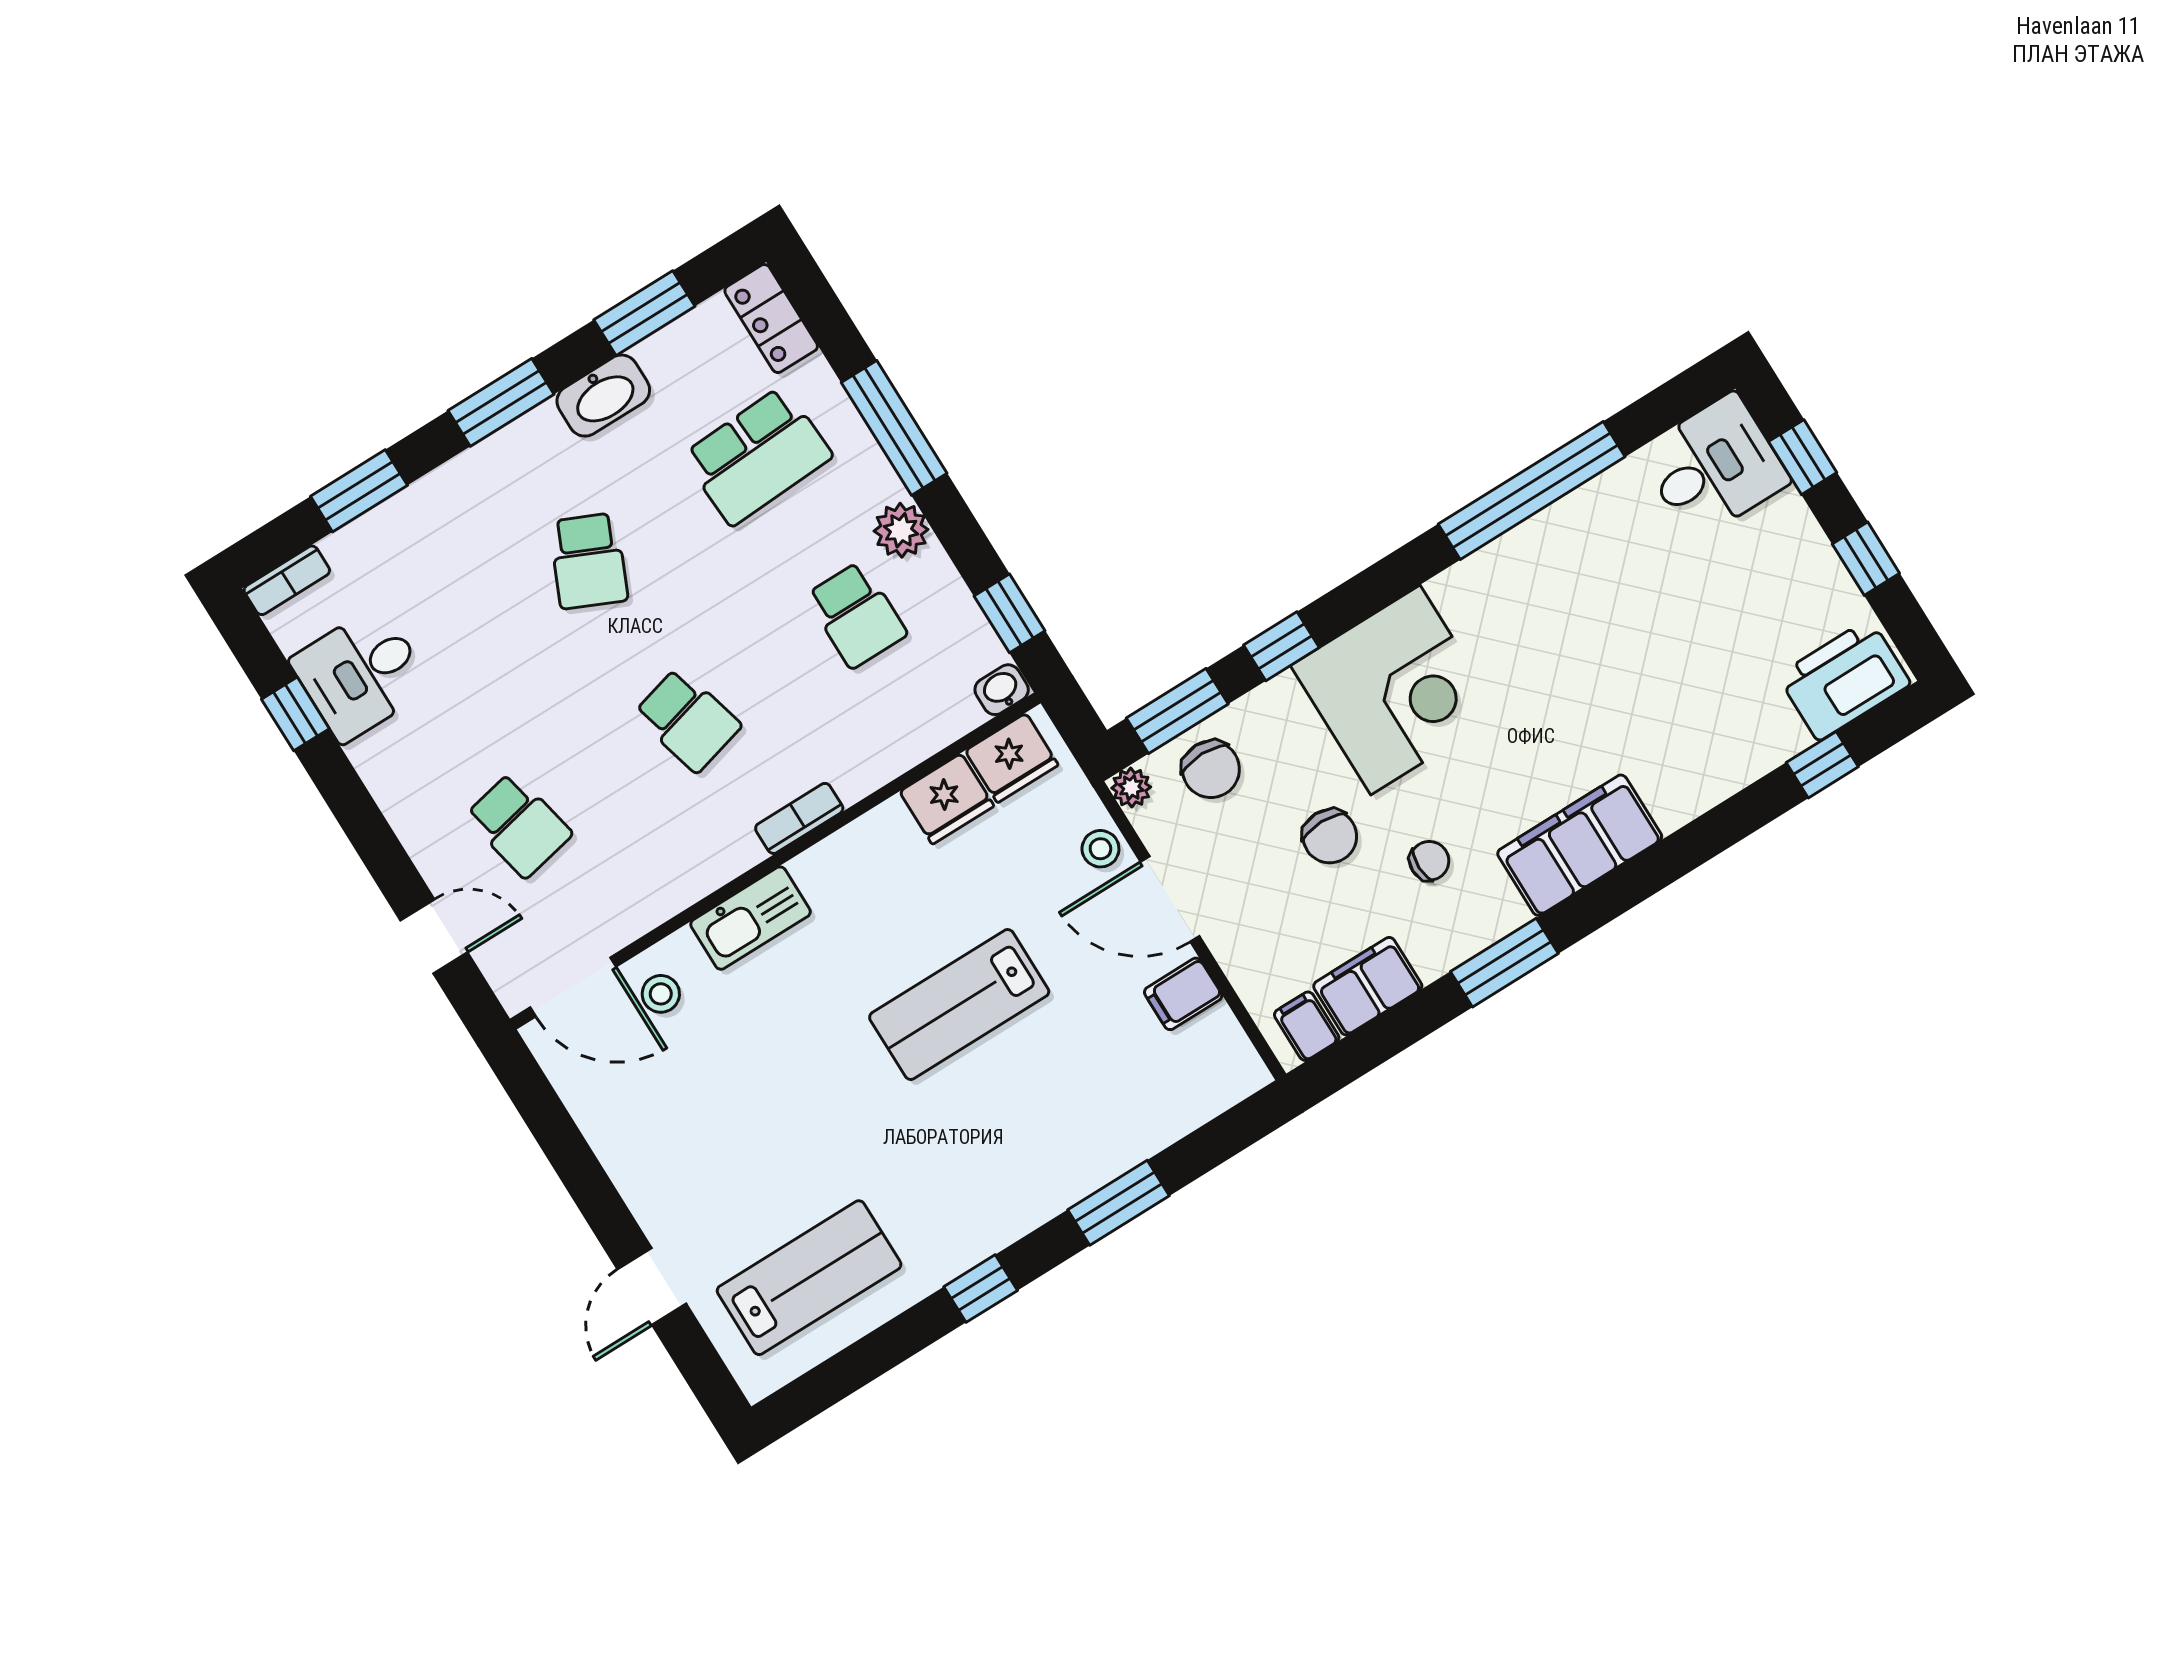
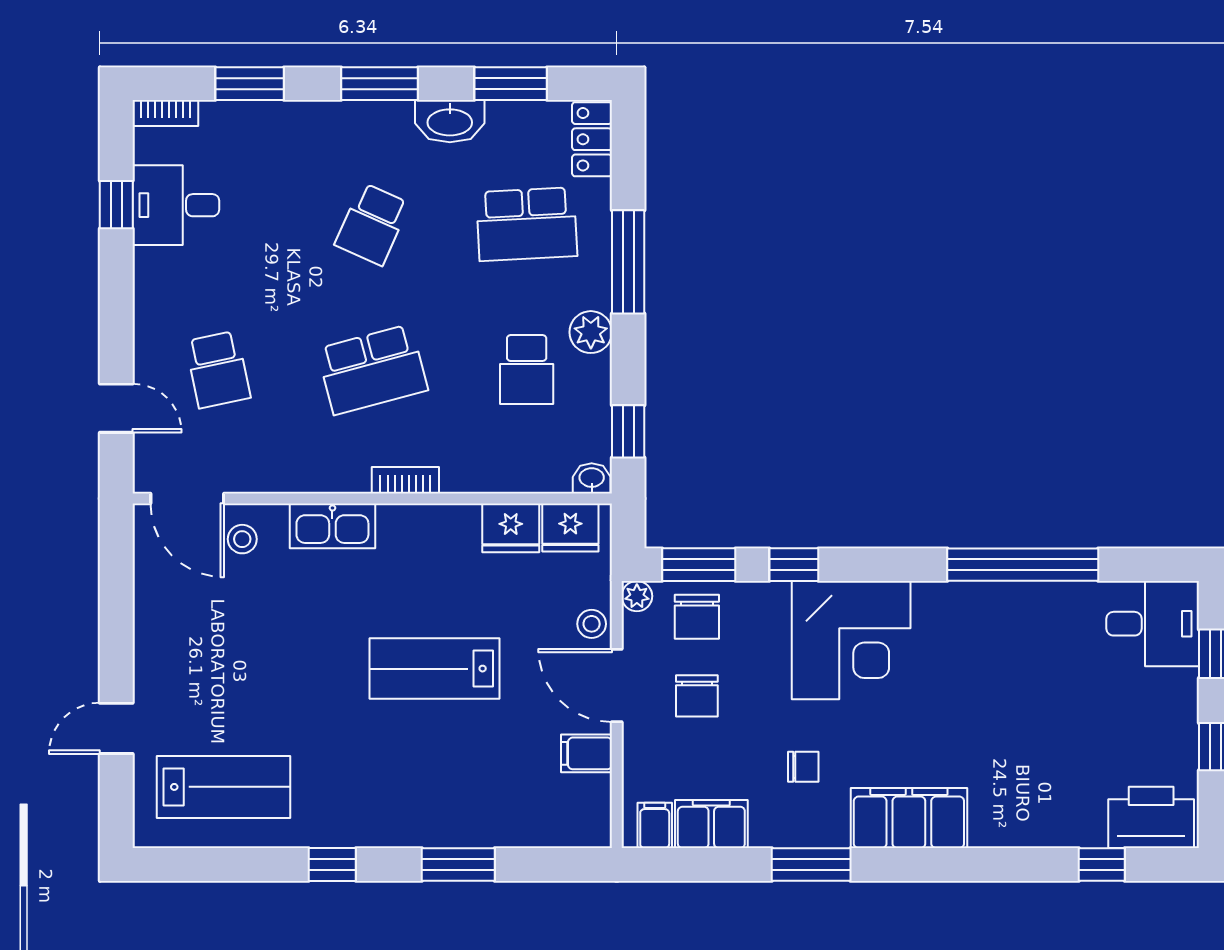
school desk: (688, 720) -> (372, 370), width x1.85
chair: (1330, 836) -> (697, 696), moved

